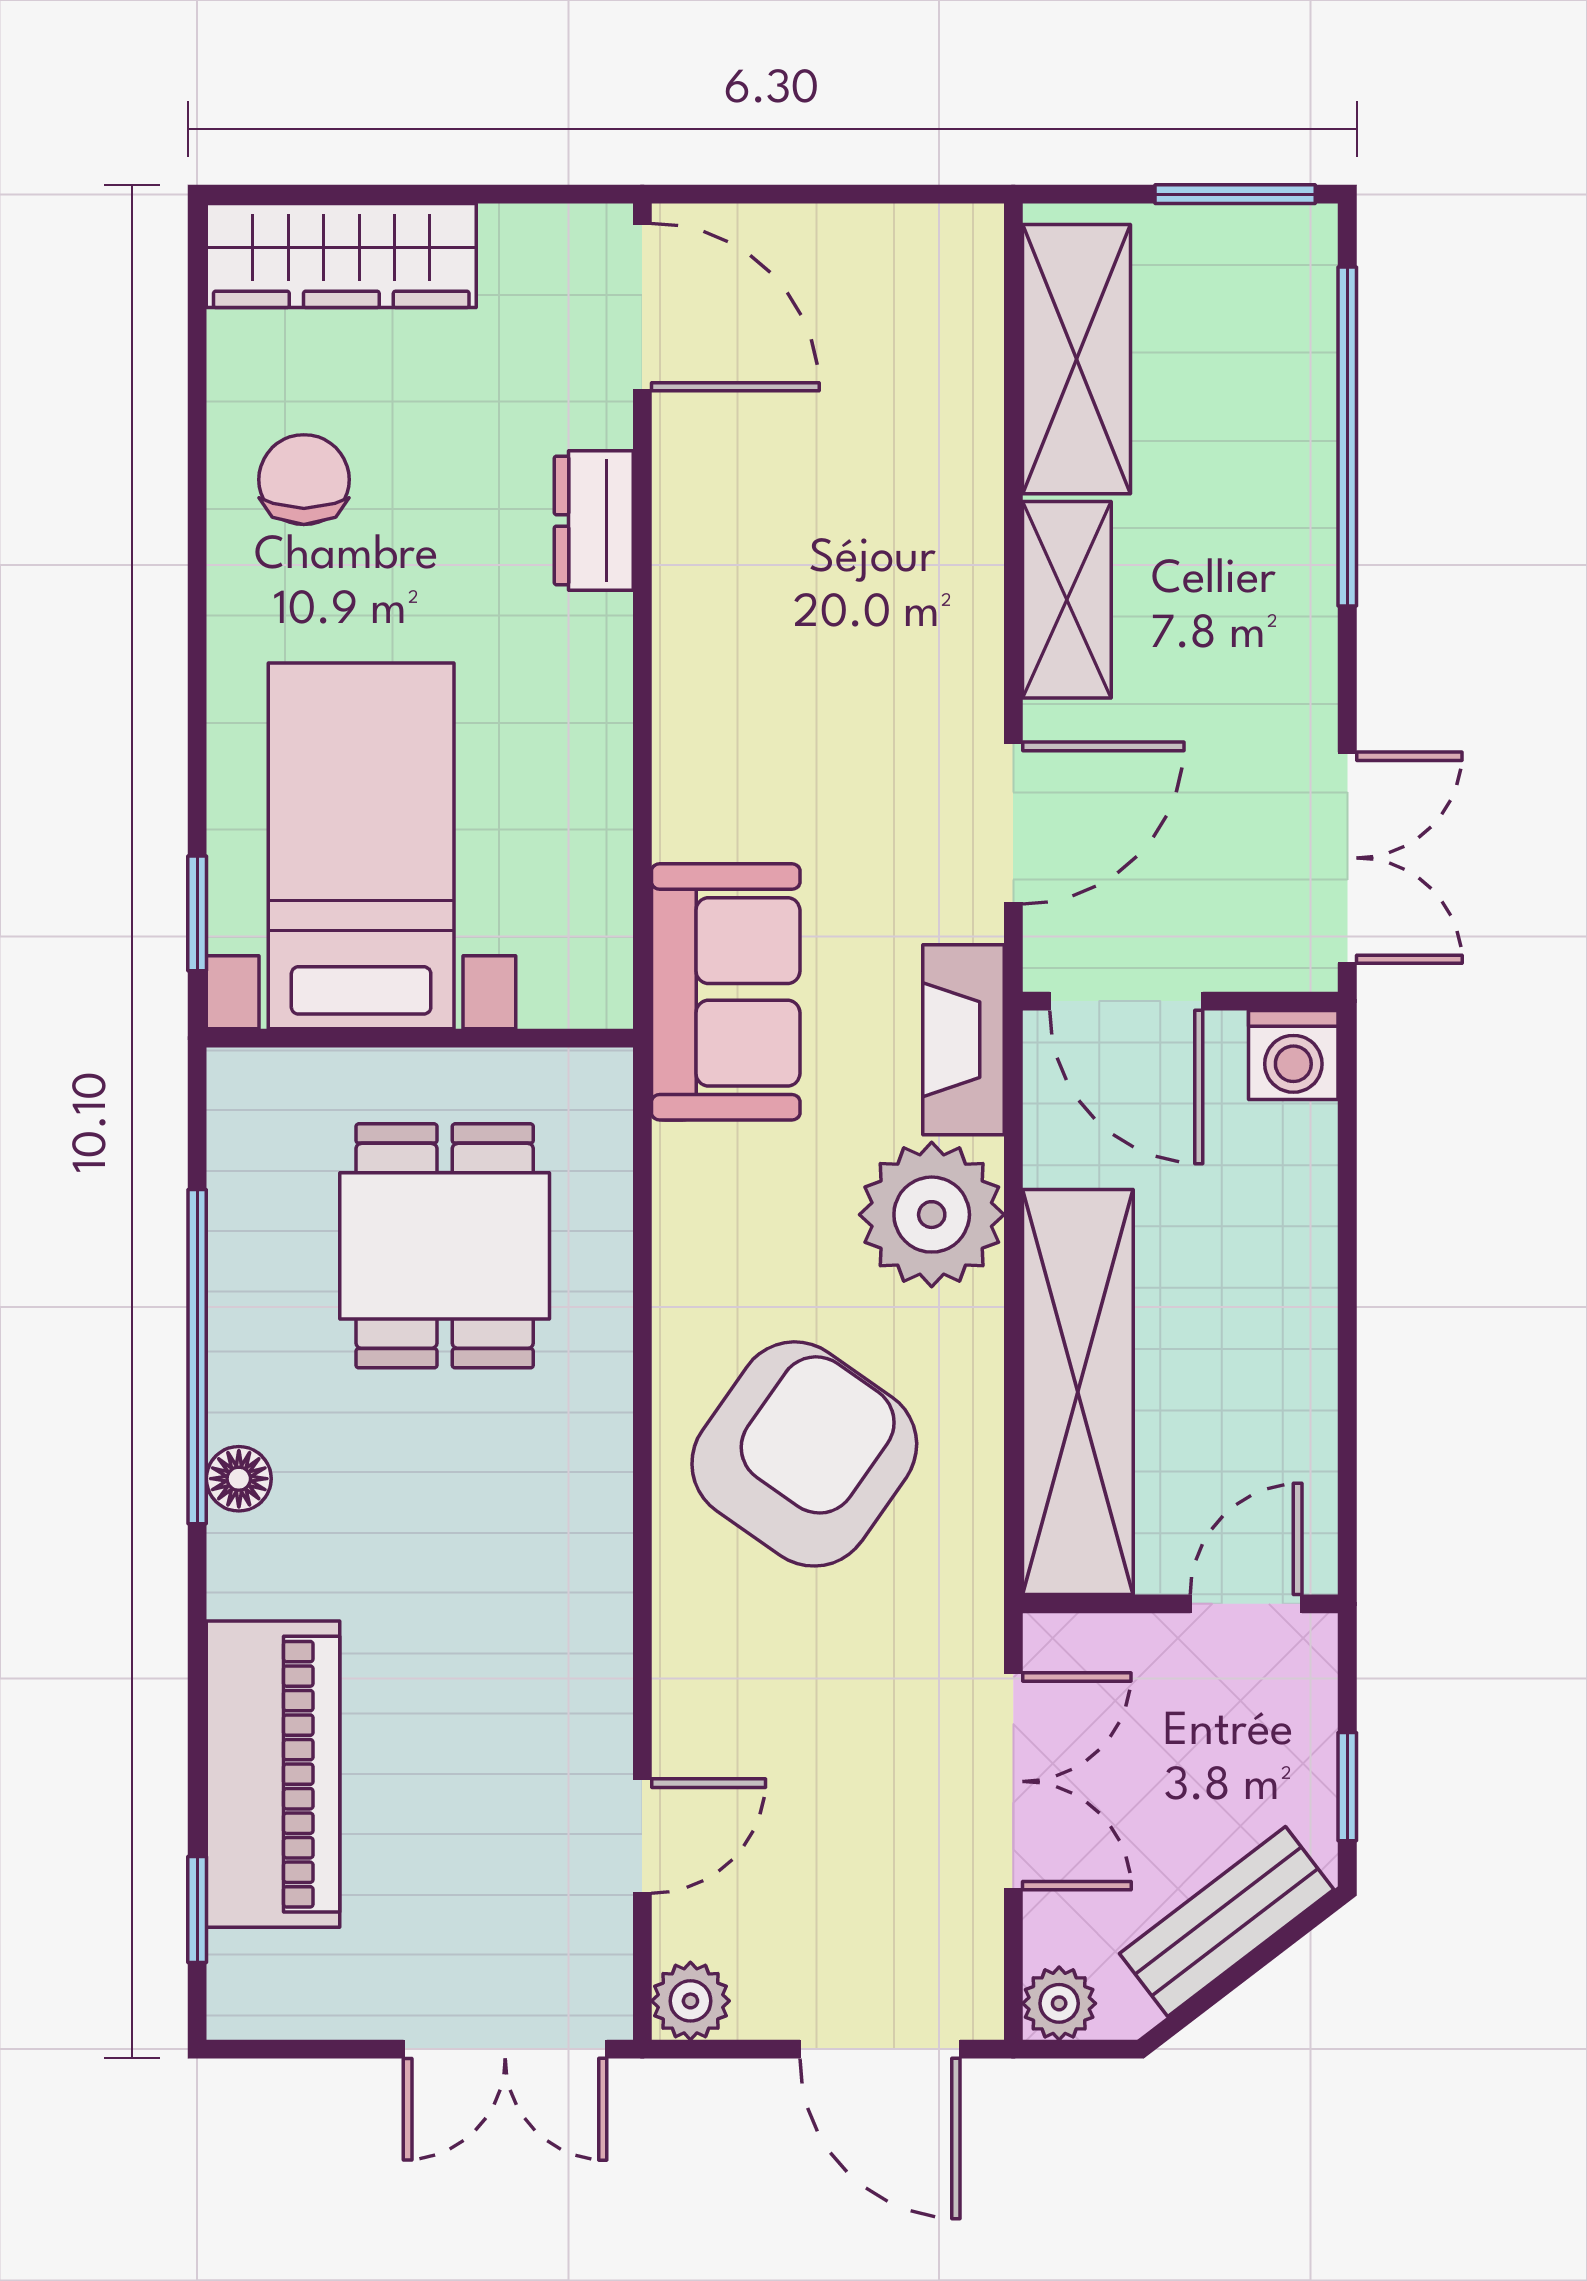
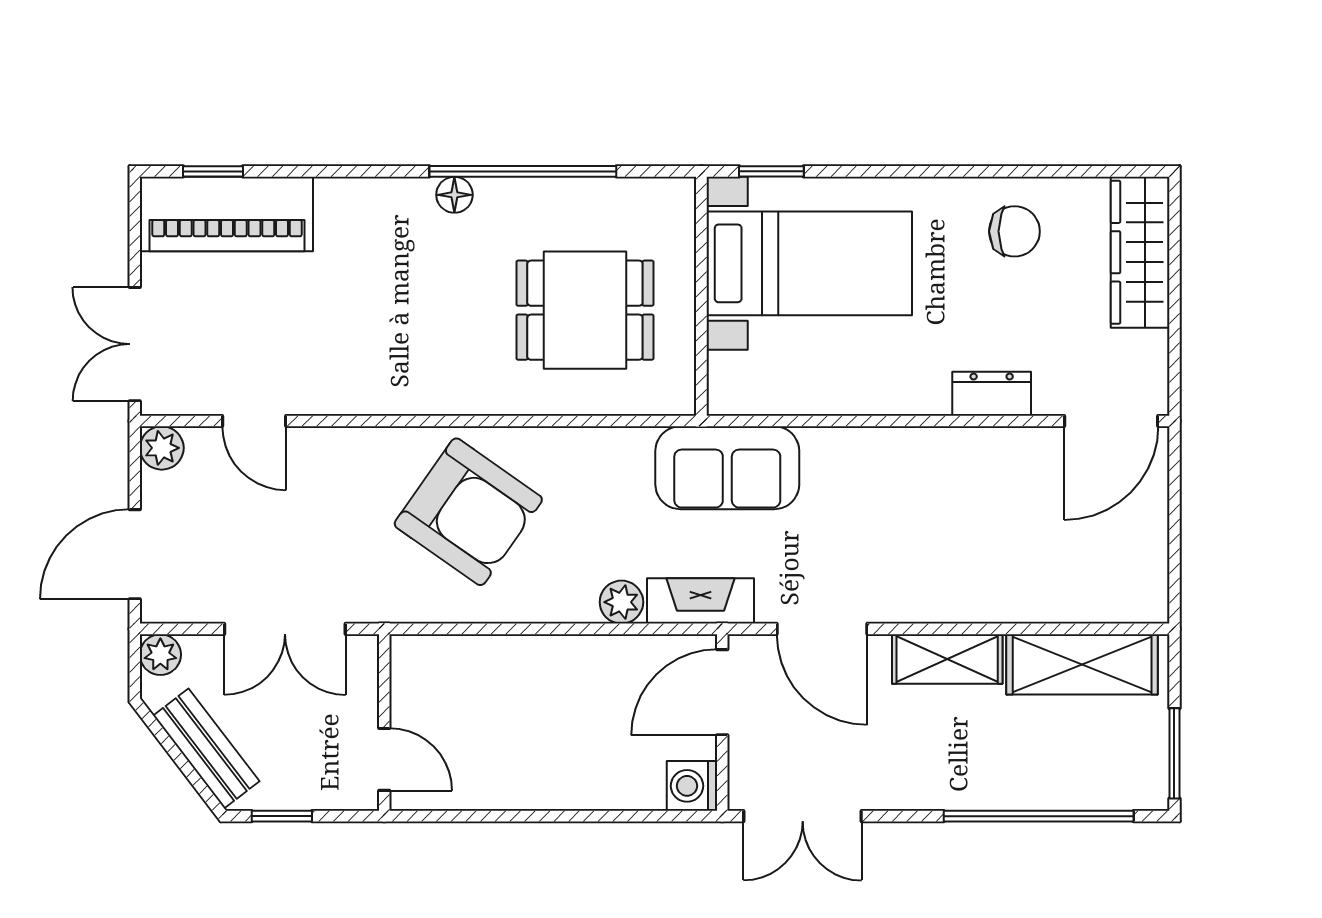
plant: (932, 1215) -> (621, 602), width x0.53, depth x0.53
shelving: (1078, 1392) -> (503, 665), removed
piano: (273, 1774) -> (227, 214), moved

